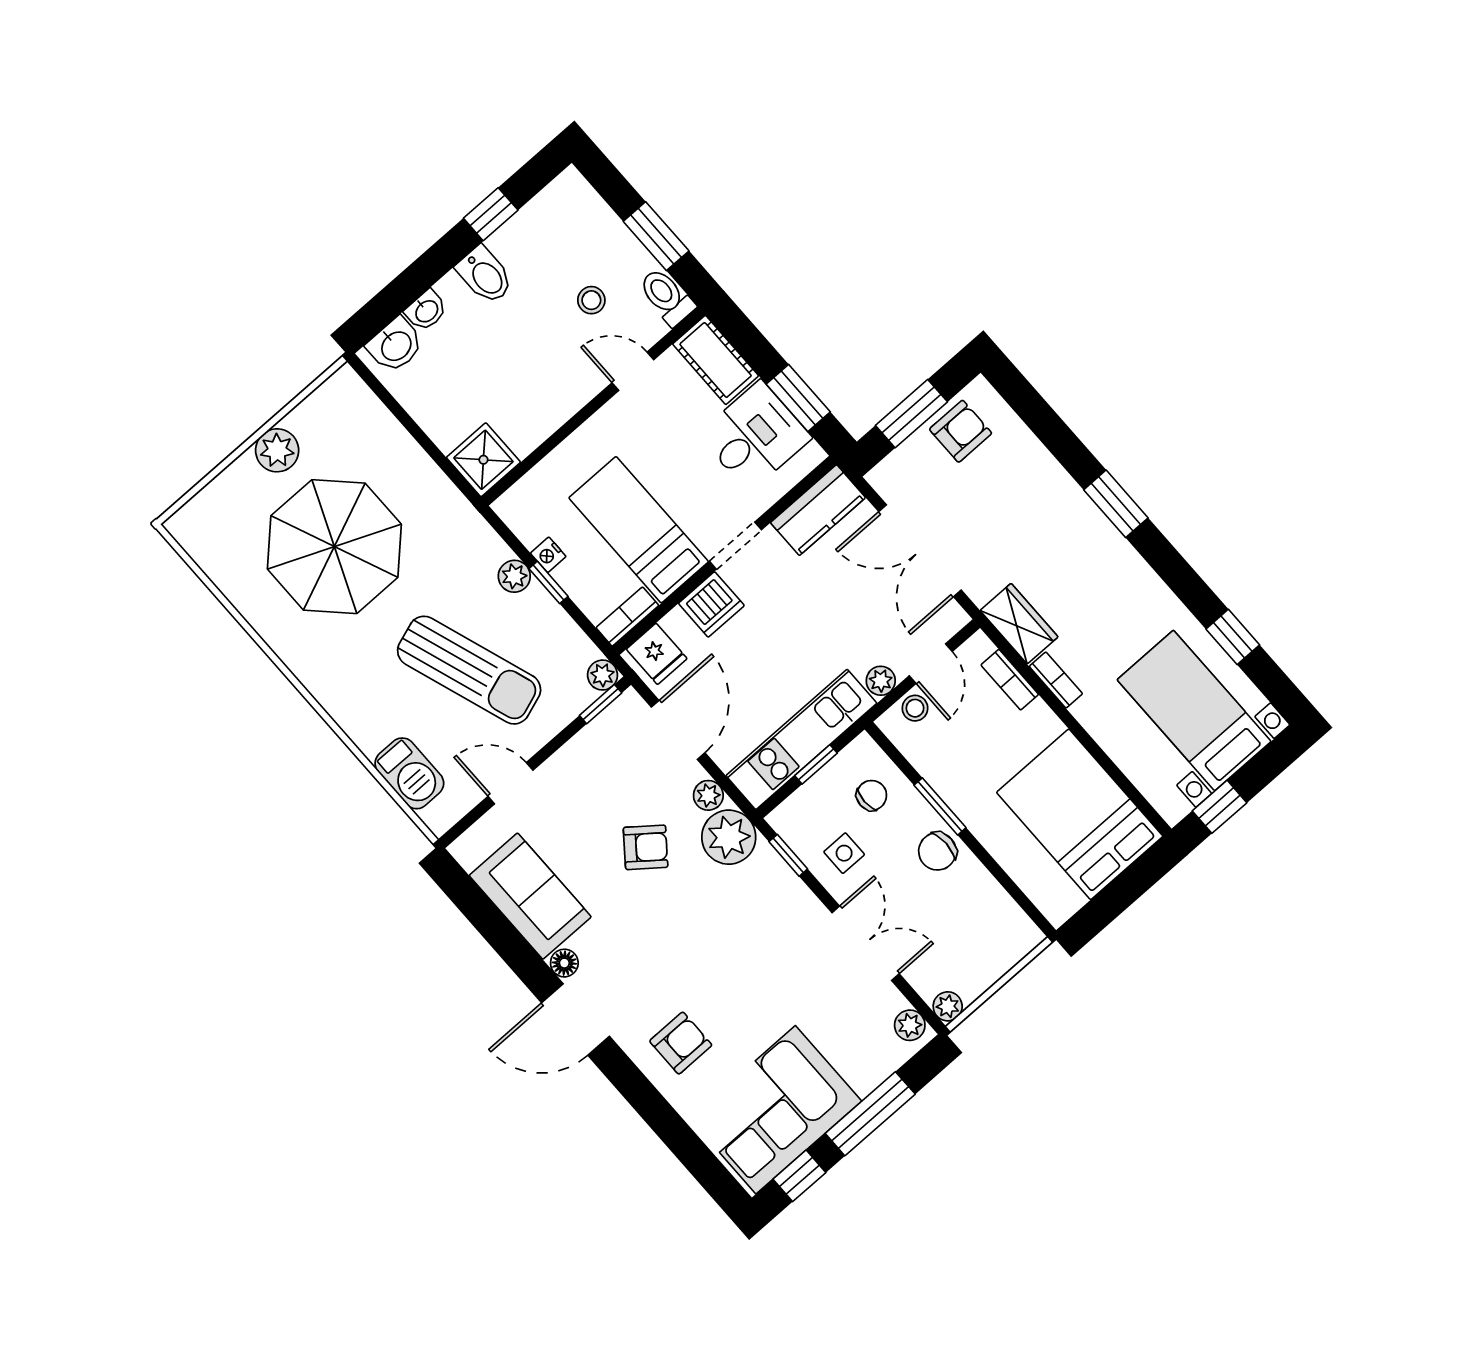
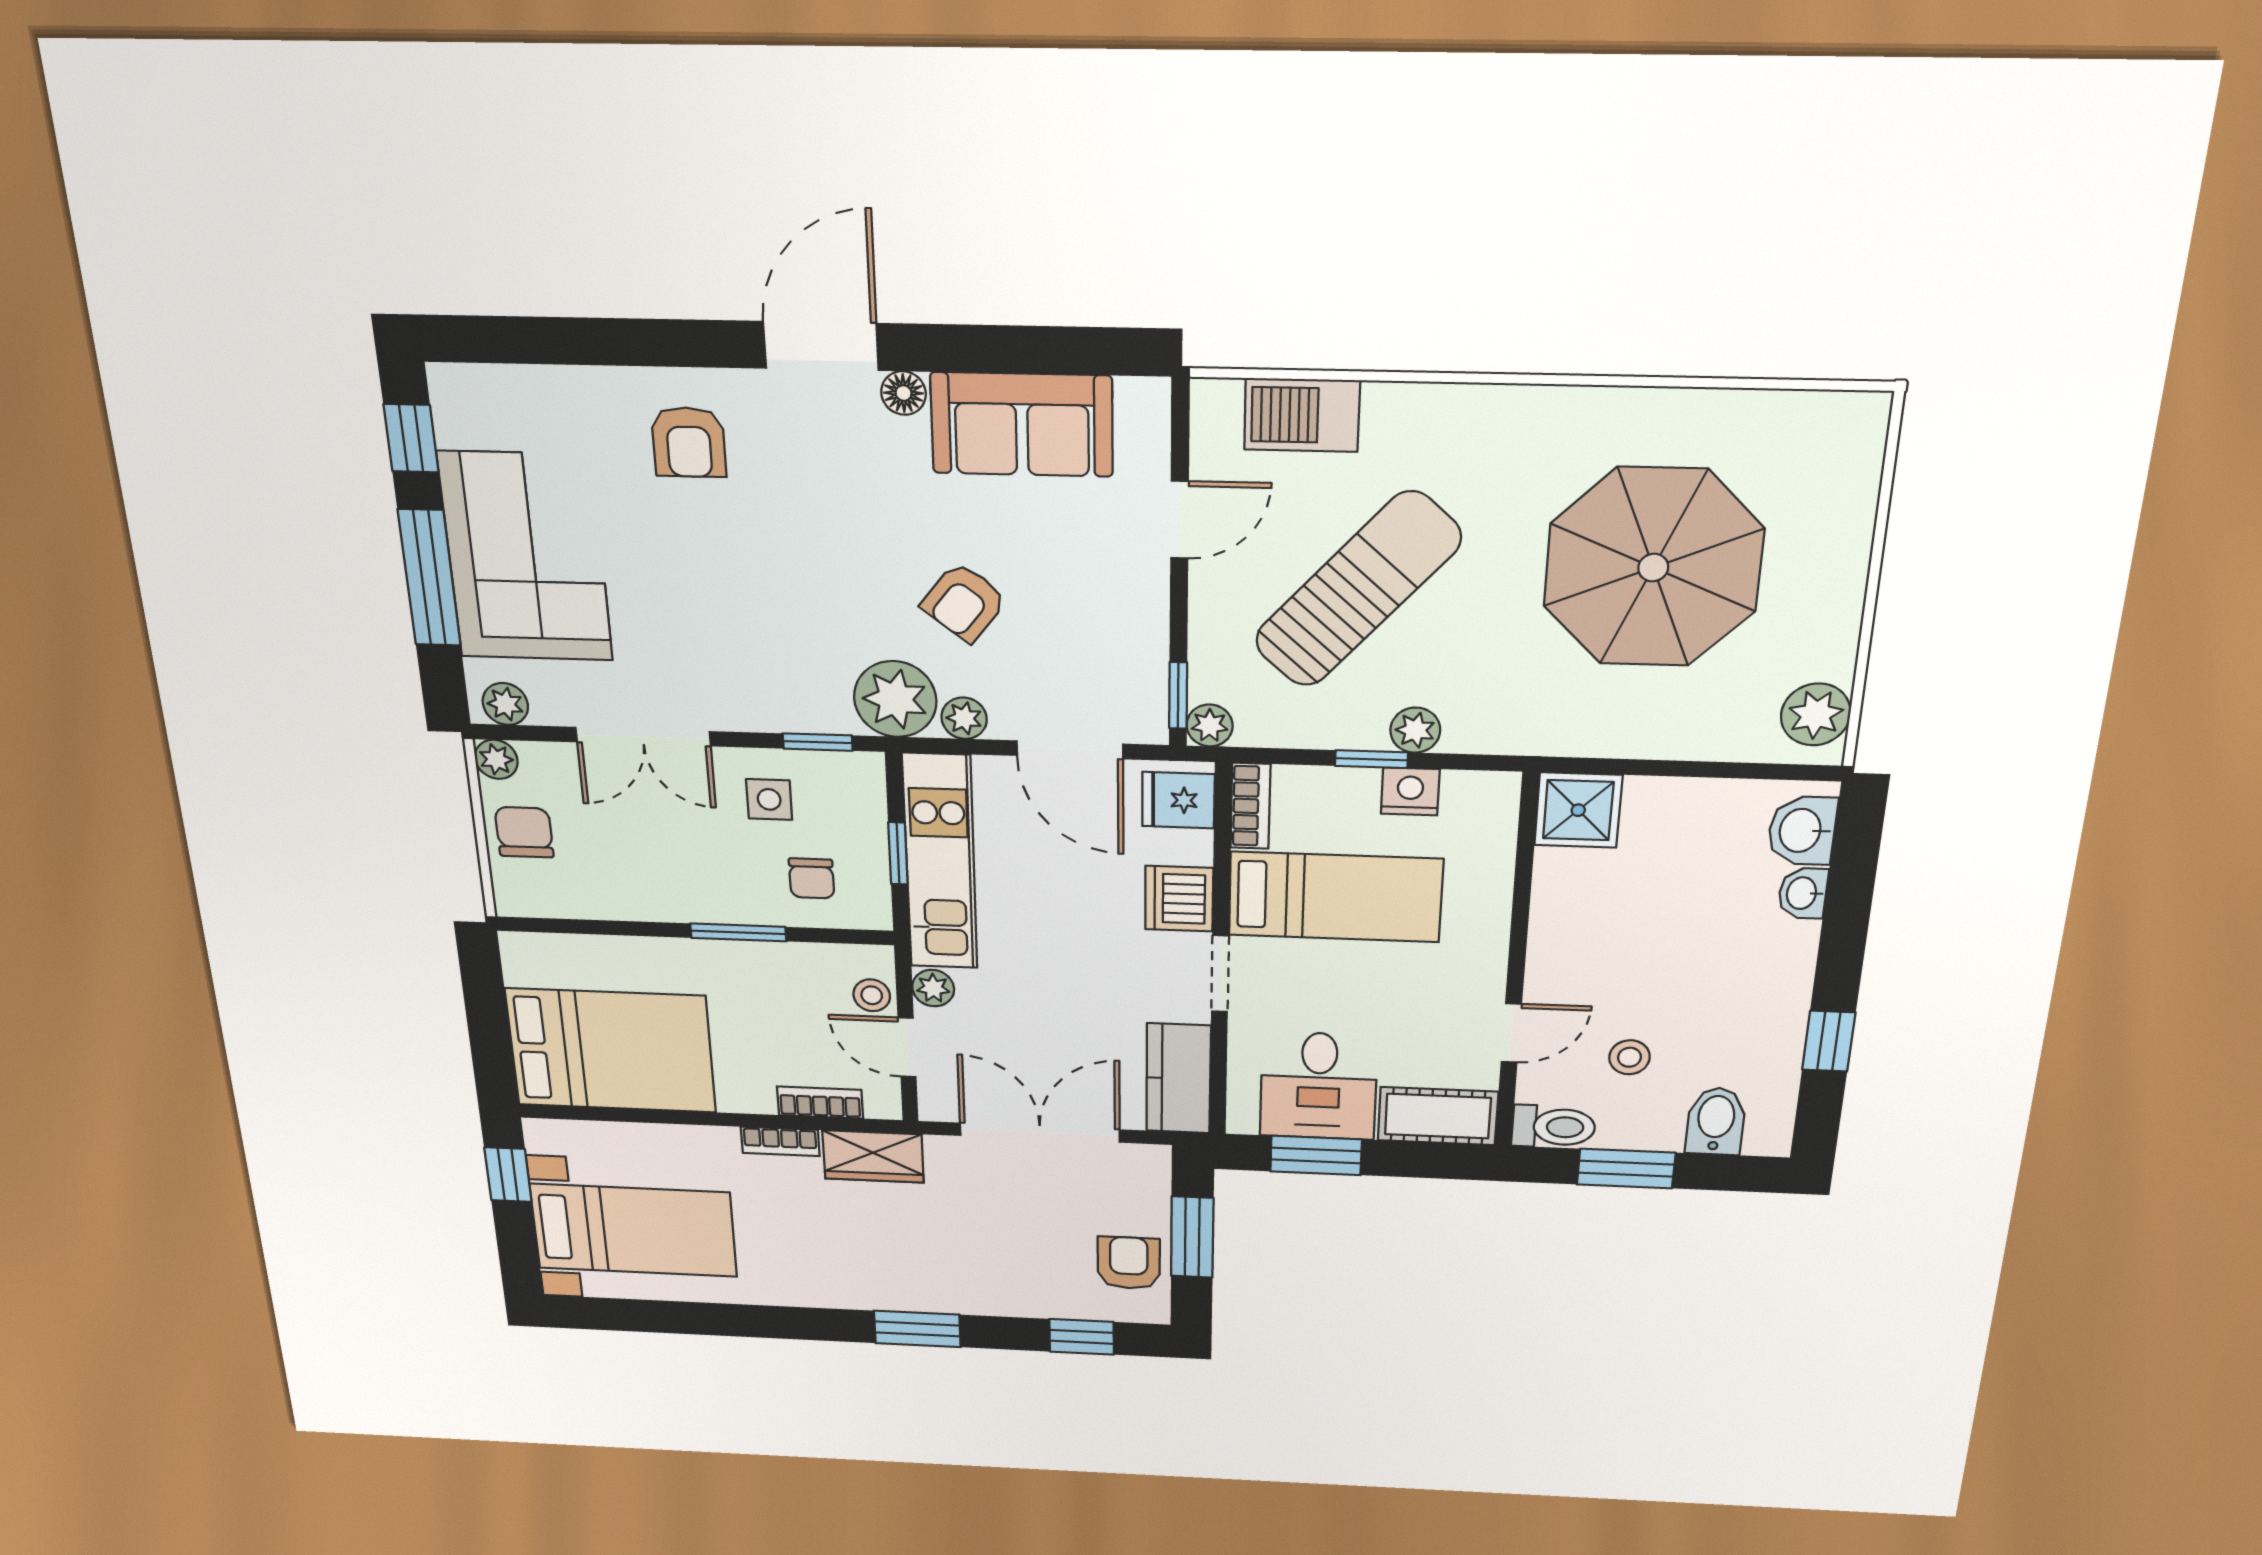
bidet: (485, 275) -> (1716, 1121), moved, turned 90
armchair: (961, 431) -> (1129, 1263), turned 180
plant: (277, 450) -> (1816, 714), moved
nightstand: (548, 555) -> (1410, 792), width x1.39, depth x1.35
window: (1233, 637) -> (1082, 1337), moved
sun lounger: (469, 670) -> (1358, 590), turned 151
chair: (937, 851) -> (524, 832), moved
corner sofa: (776, 1110) -> (526, 557), moved

